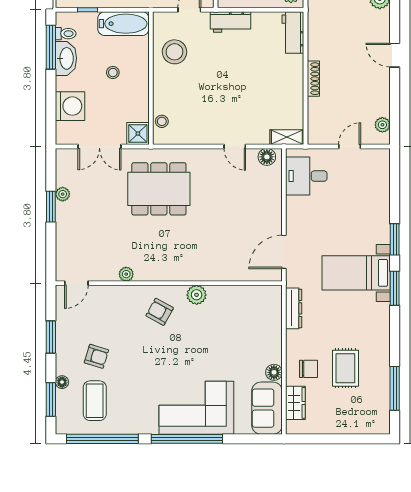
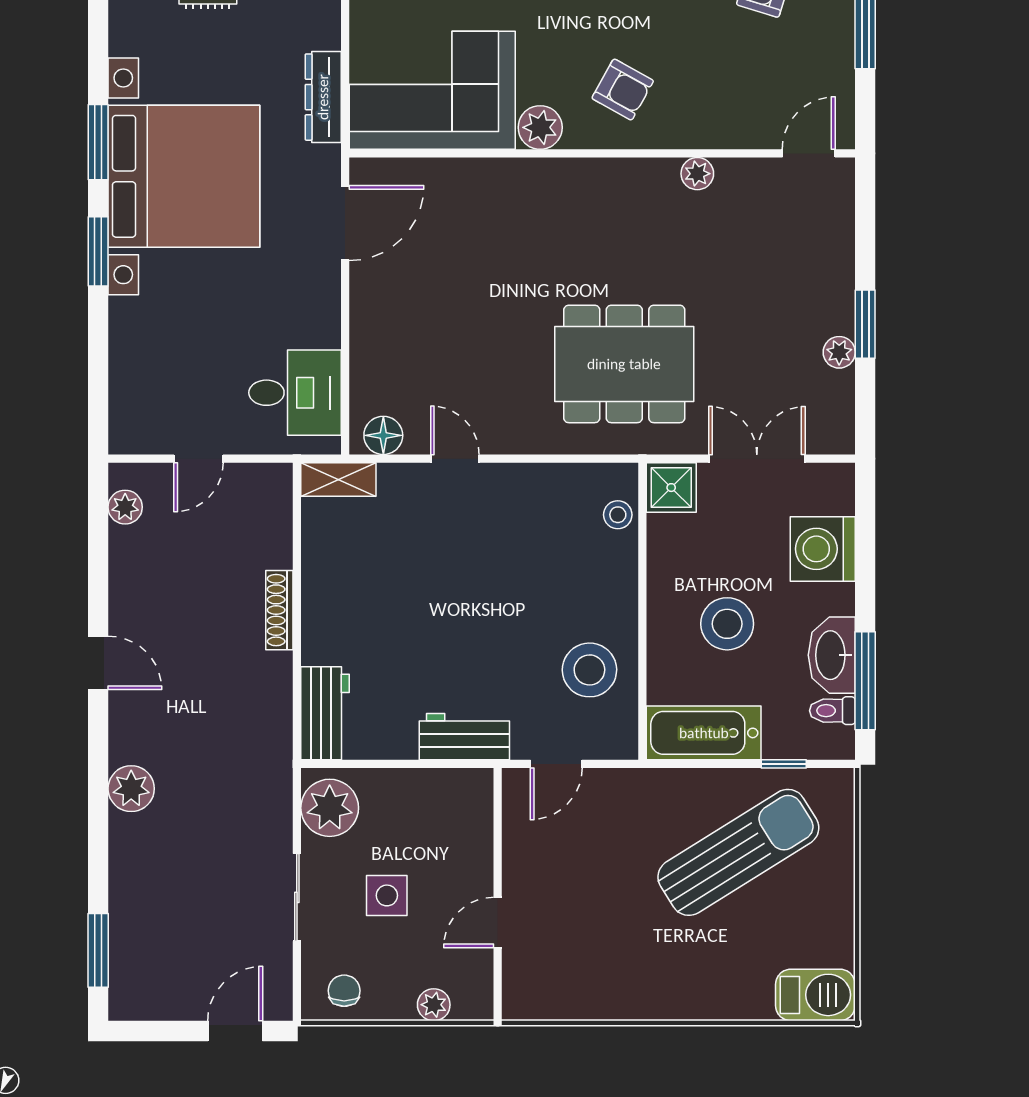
stool: (113, 73) -> (727, 624), width x1.89, depth x1.89
bed with nightstands: (356, 273) -> (184, 176), width x1.85
corner sofa: (245, 311) -> (432, 90), added

